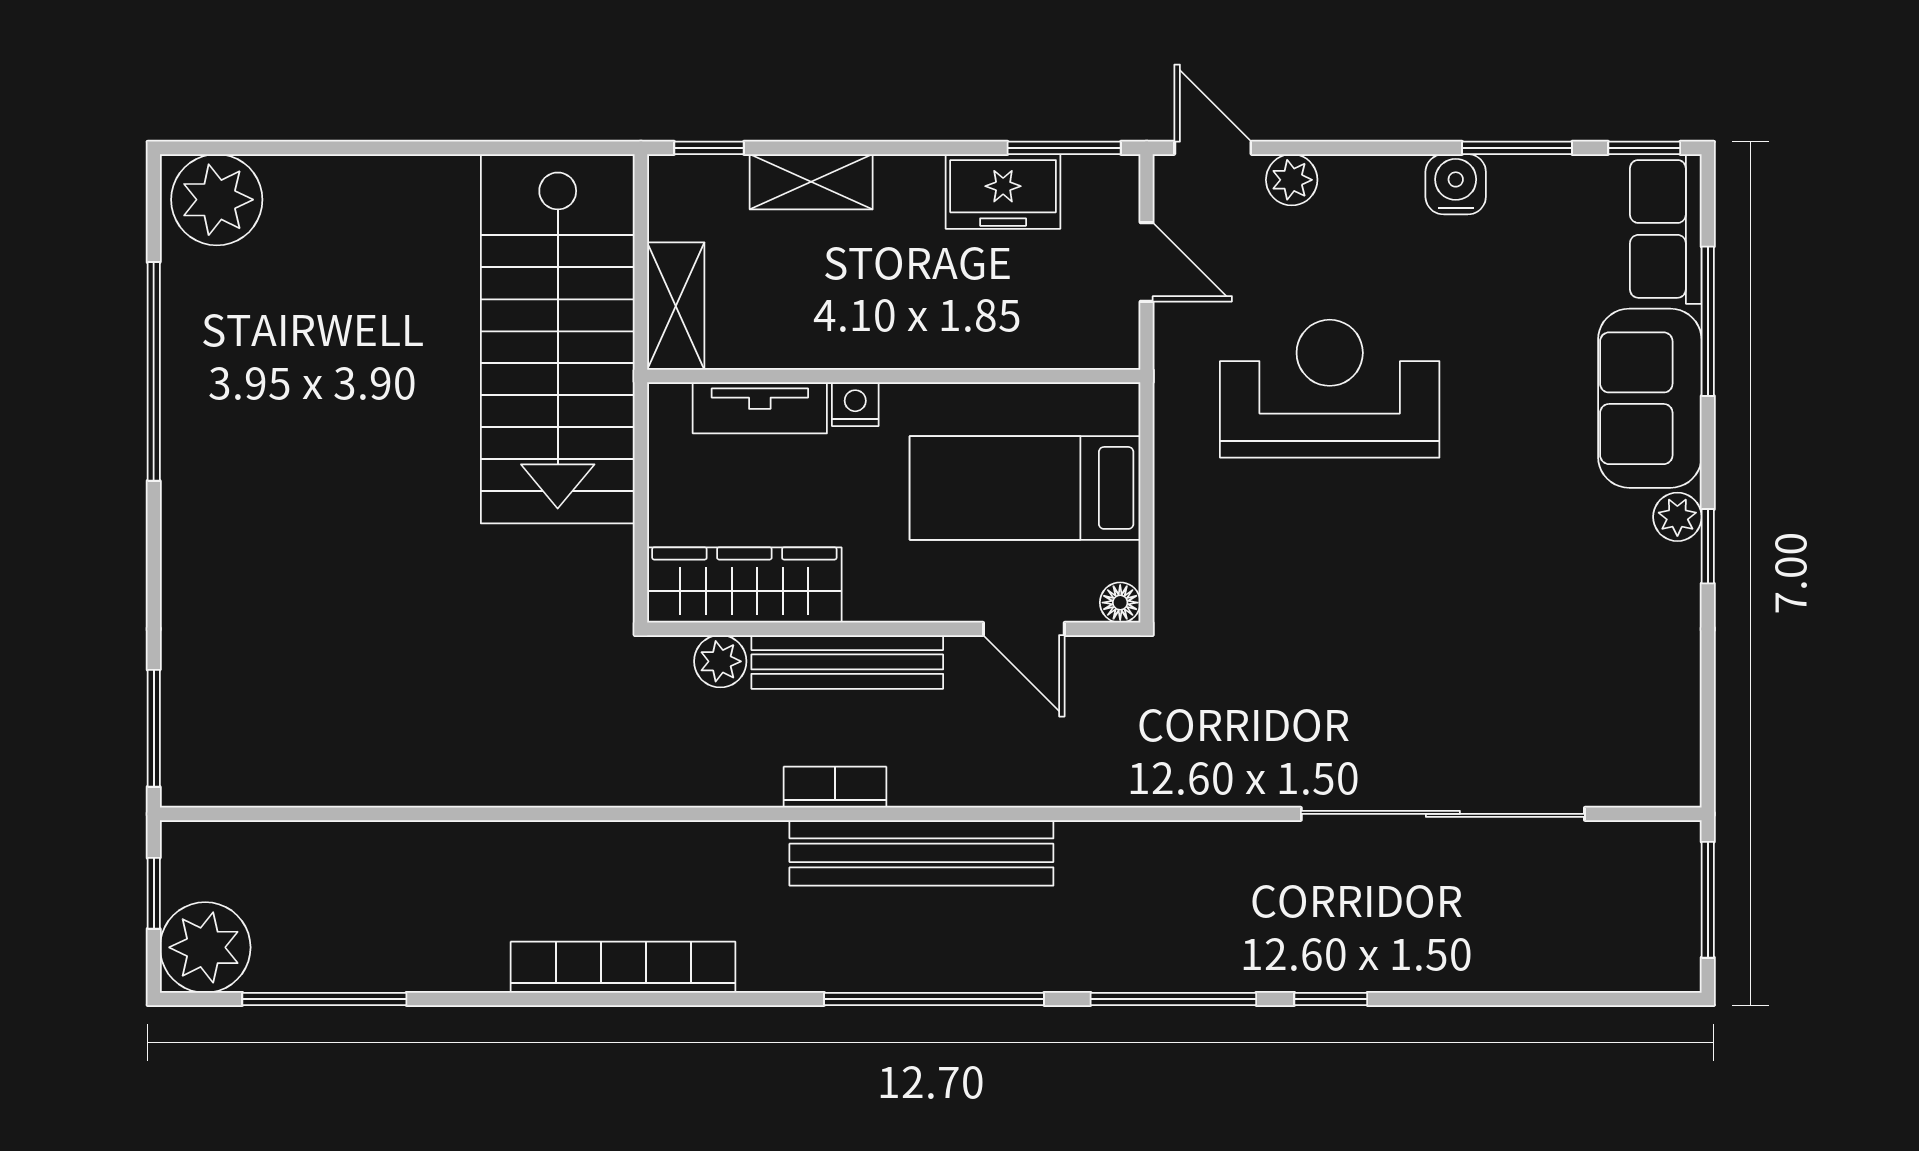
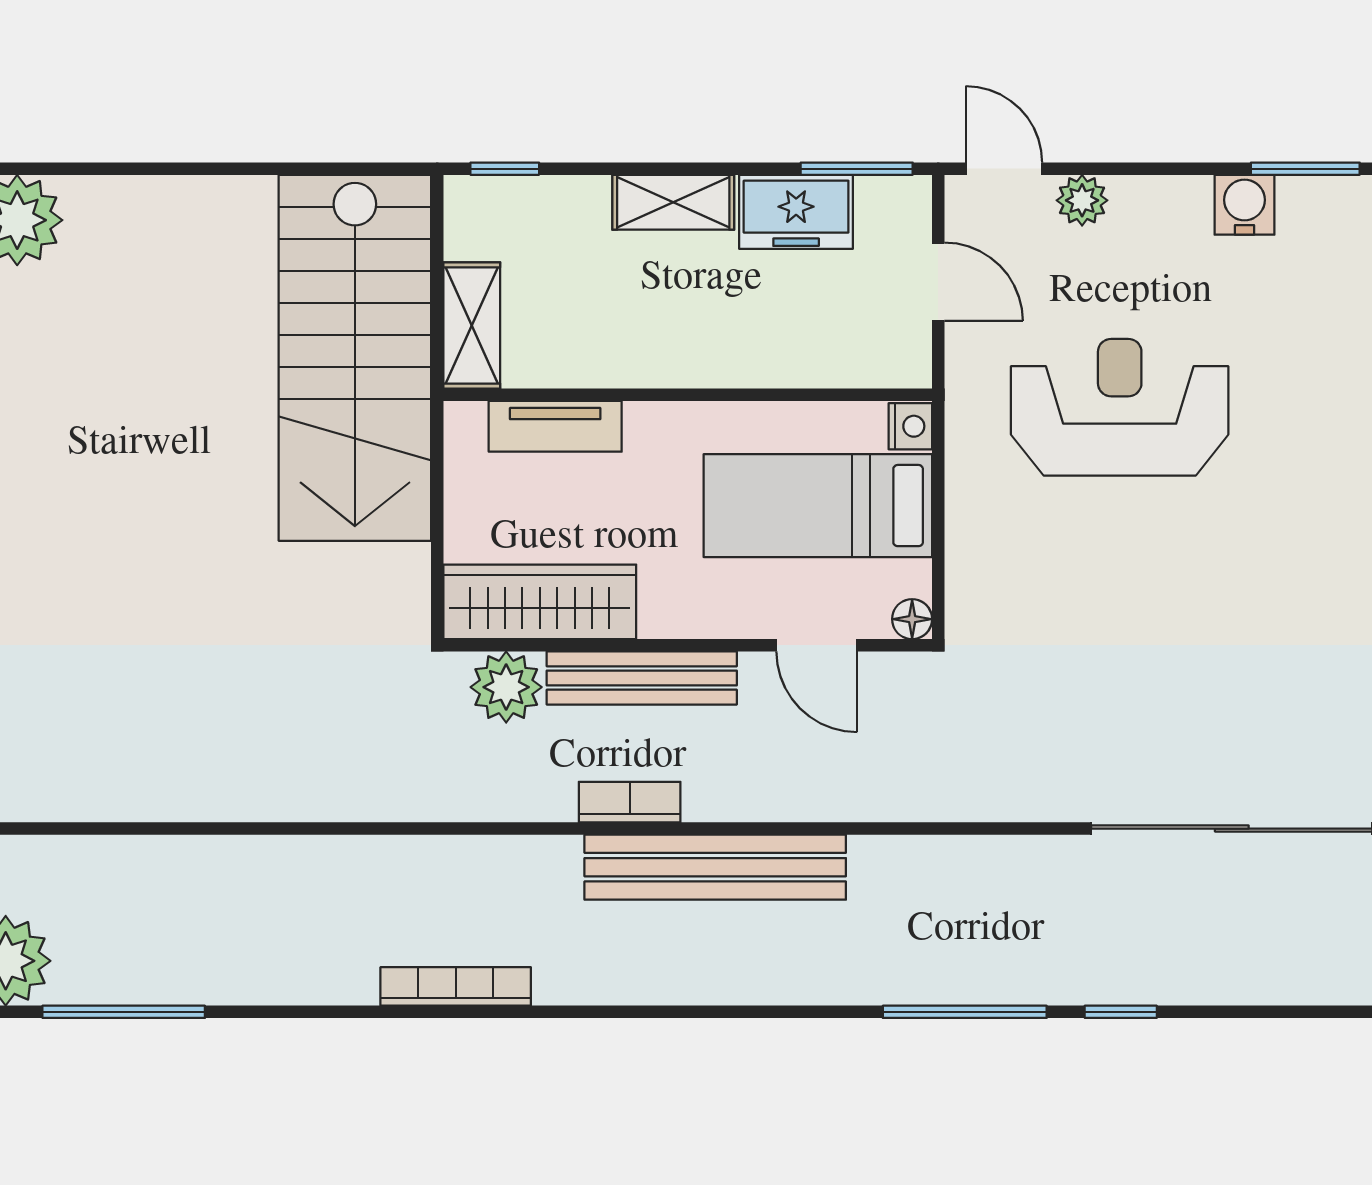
shelving: (811, 182) -> (673, 202), moved
nightstand: (855, 404) -> (910, 426), moved, turned 90
plant: (720, 661) -> (506, 687), width x1.38, depth x1.38
bookcase: (623, 967) -> (456, 986), width x0.68, depth x0.76
window: (934, 999) -> (728, 1012), removed

